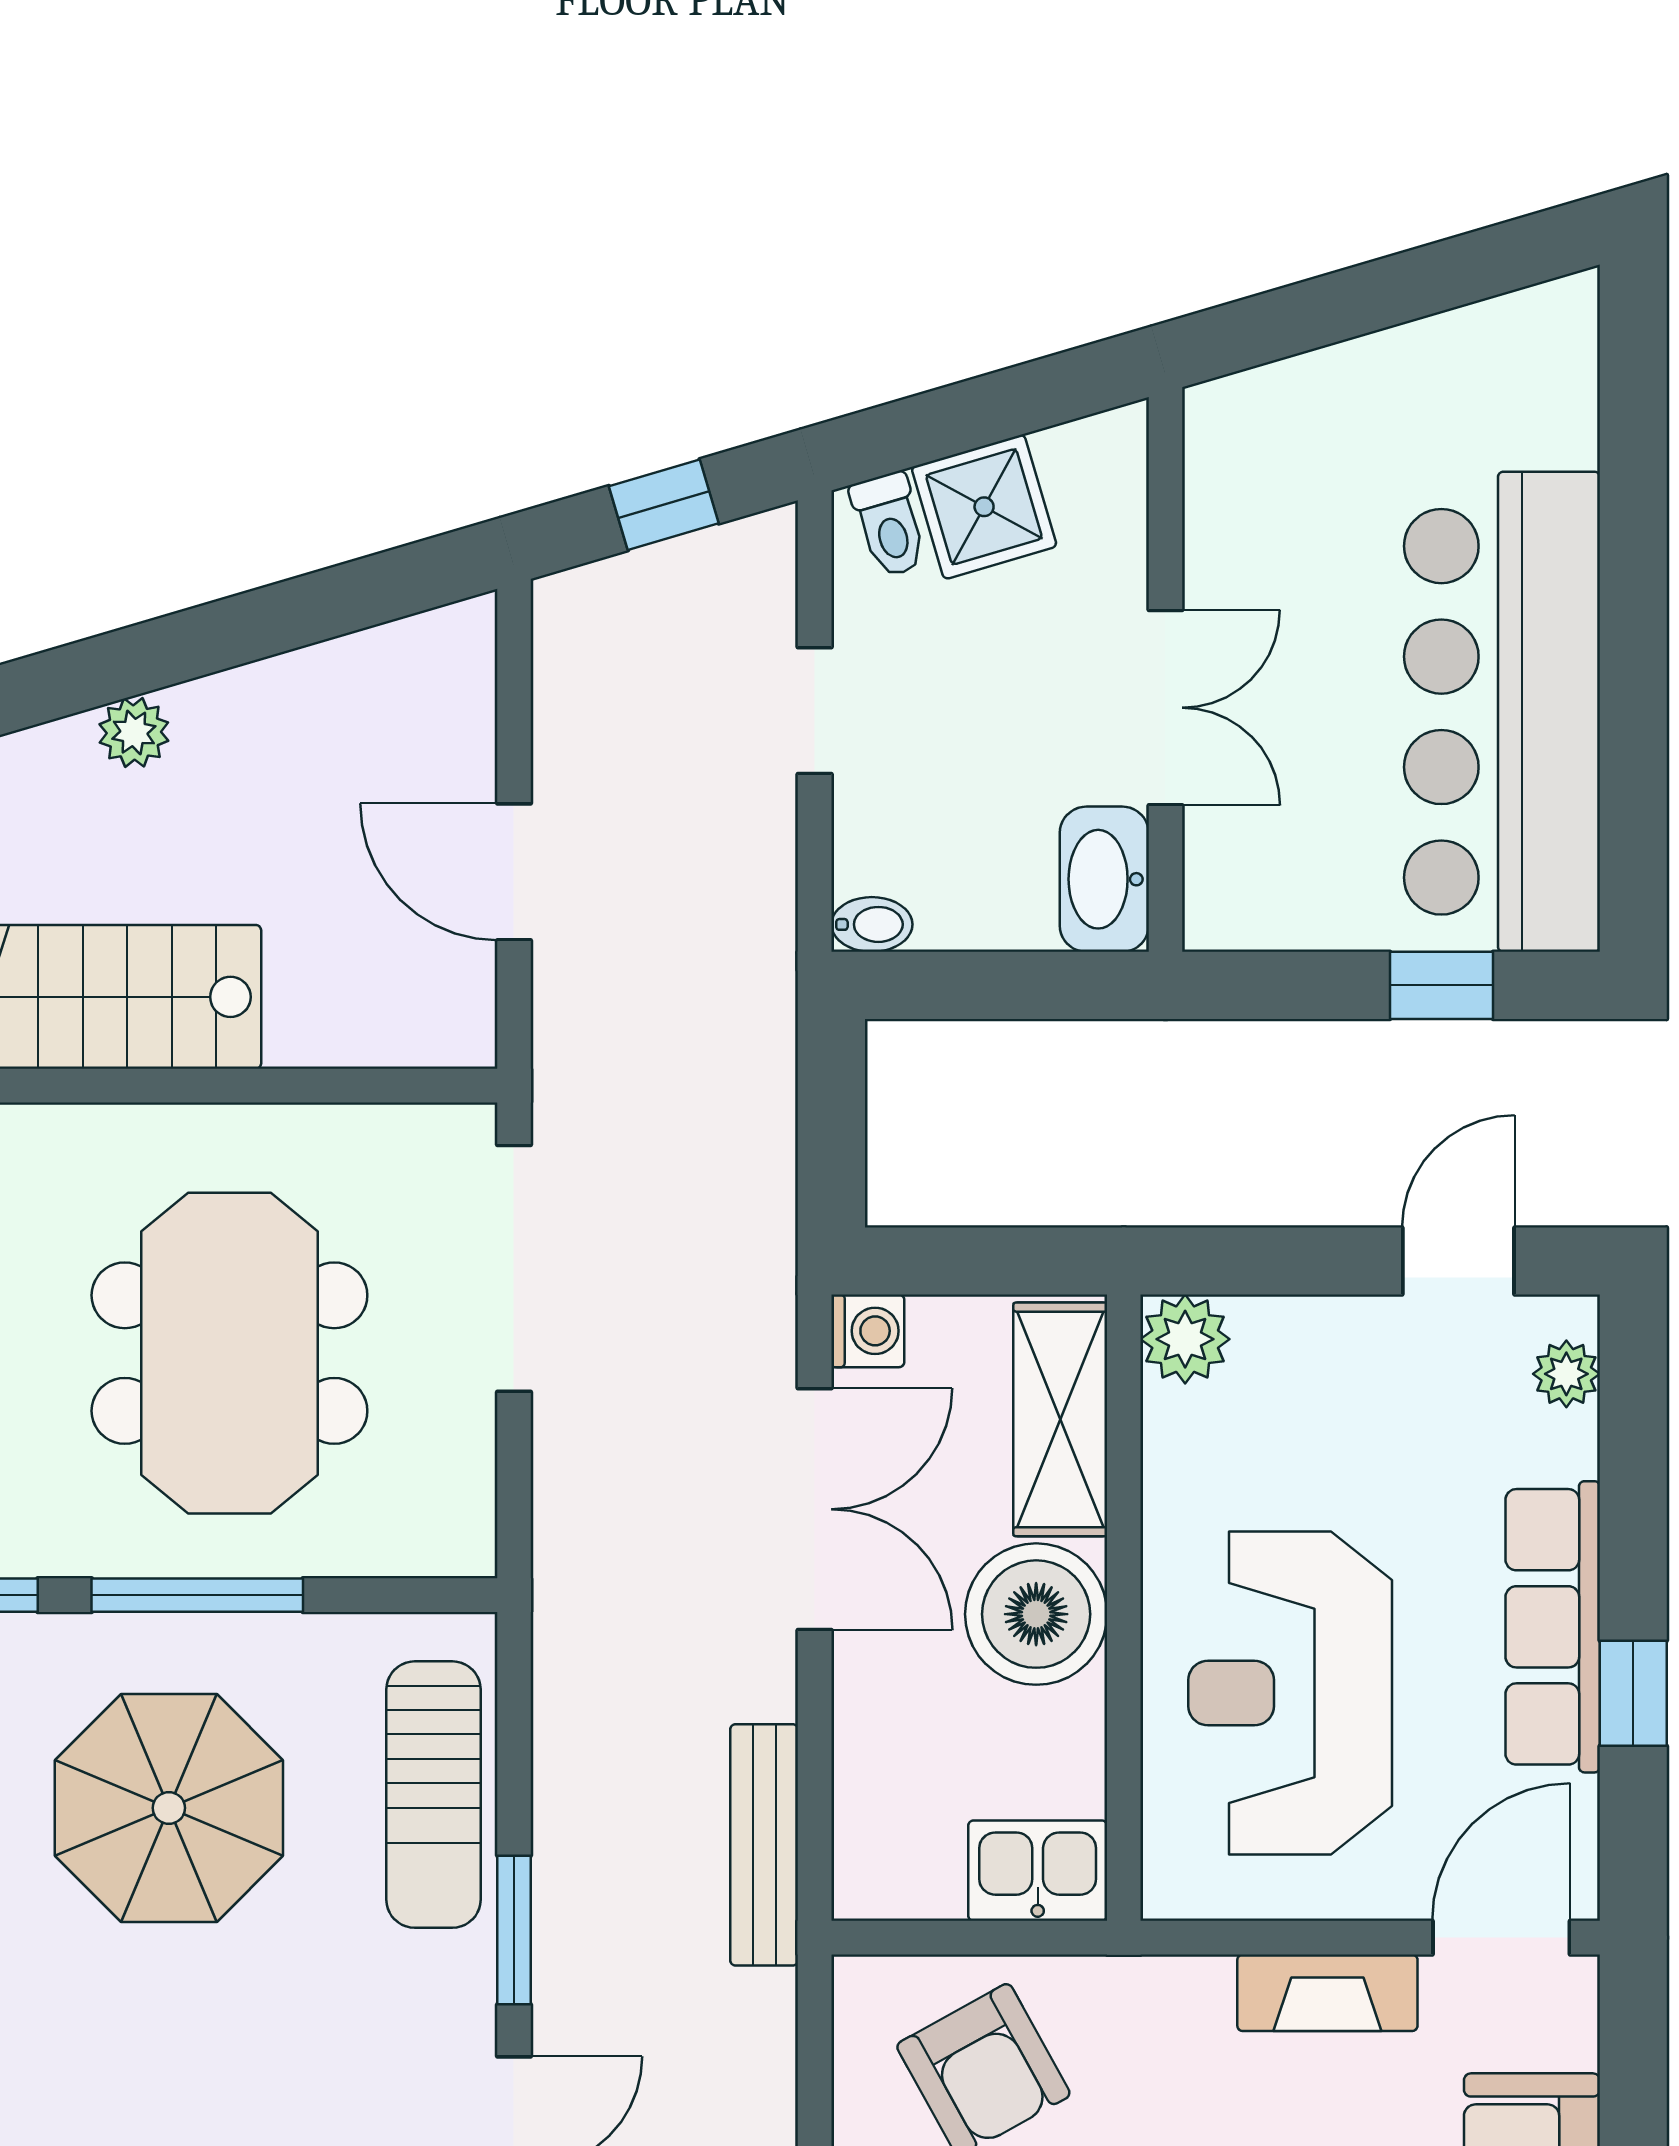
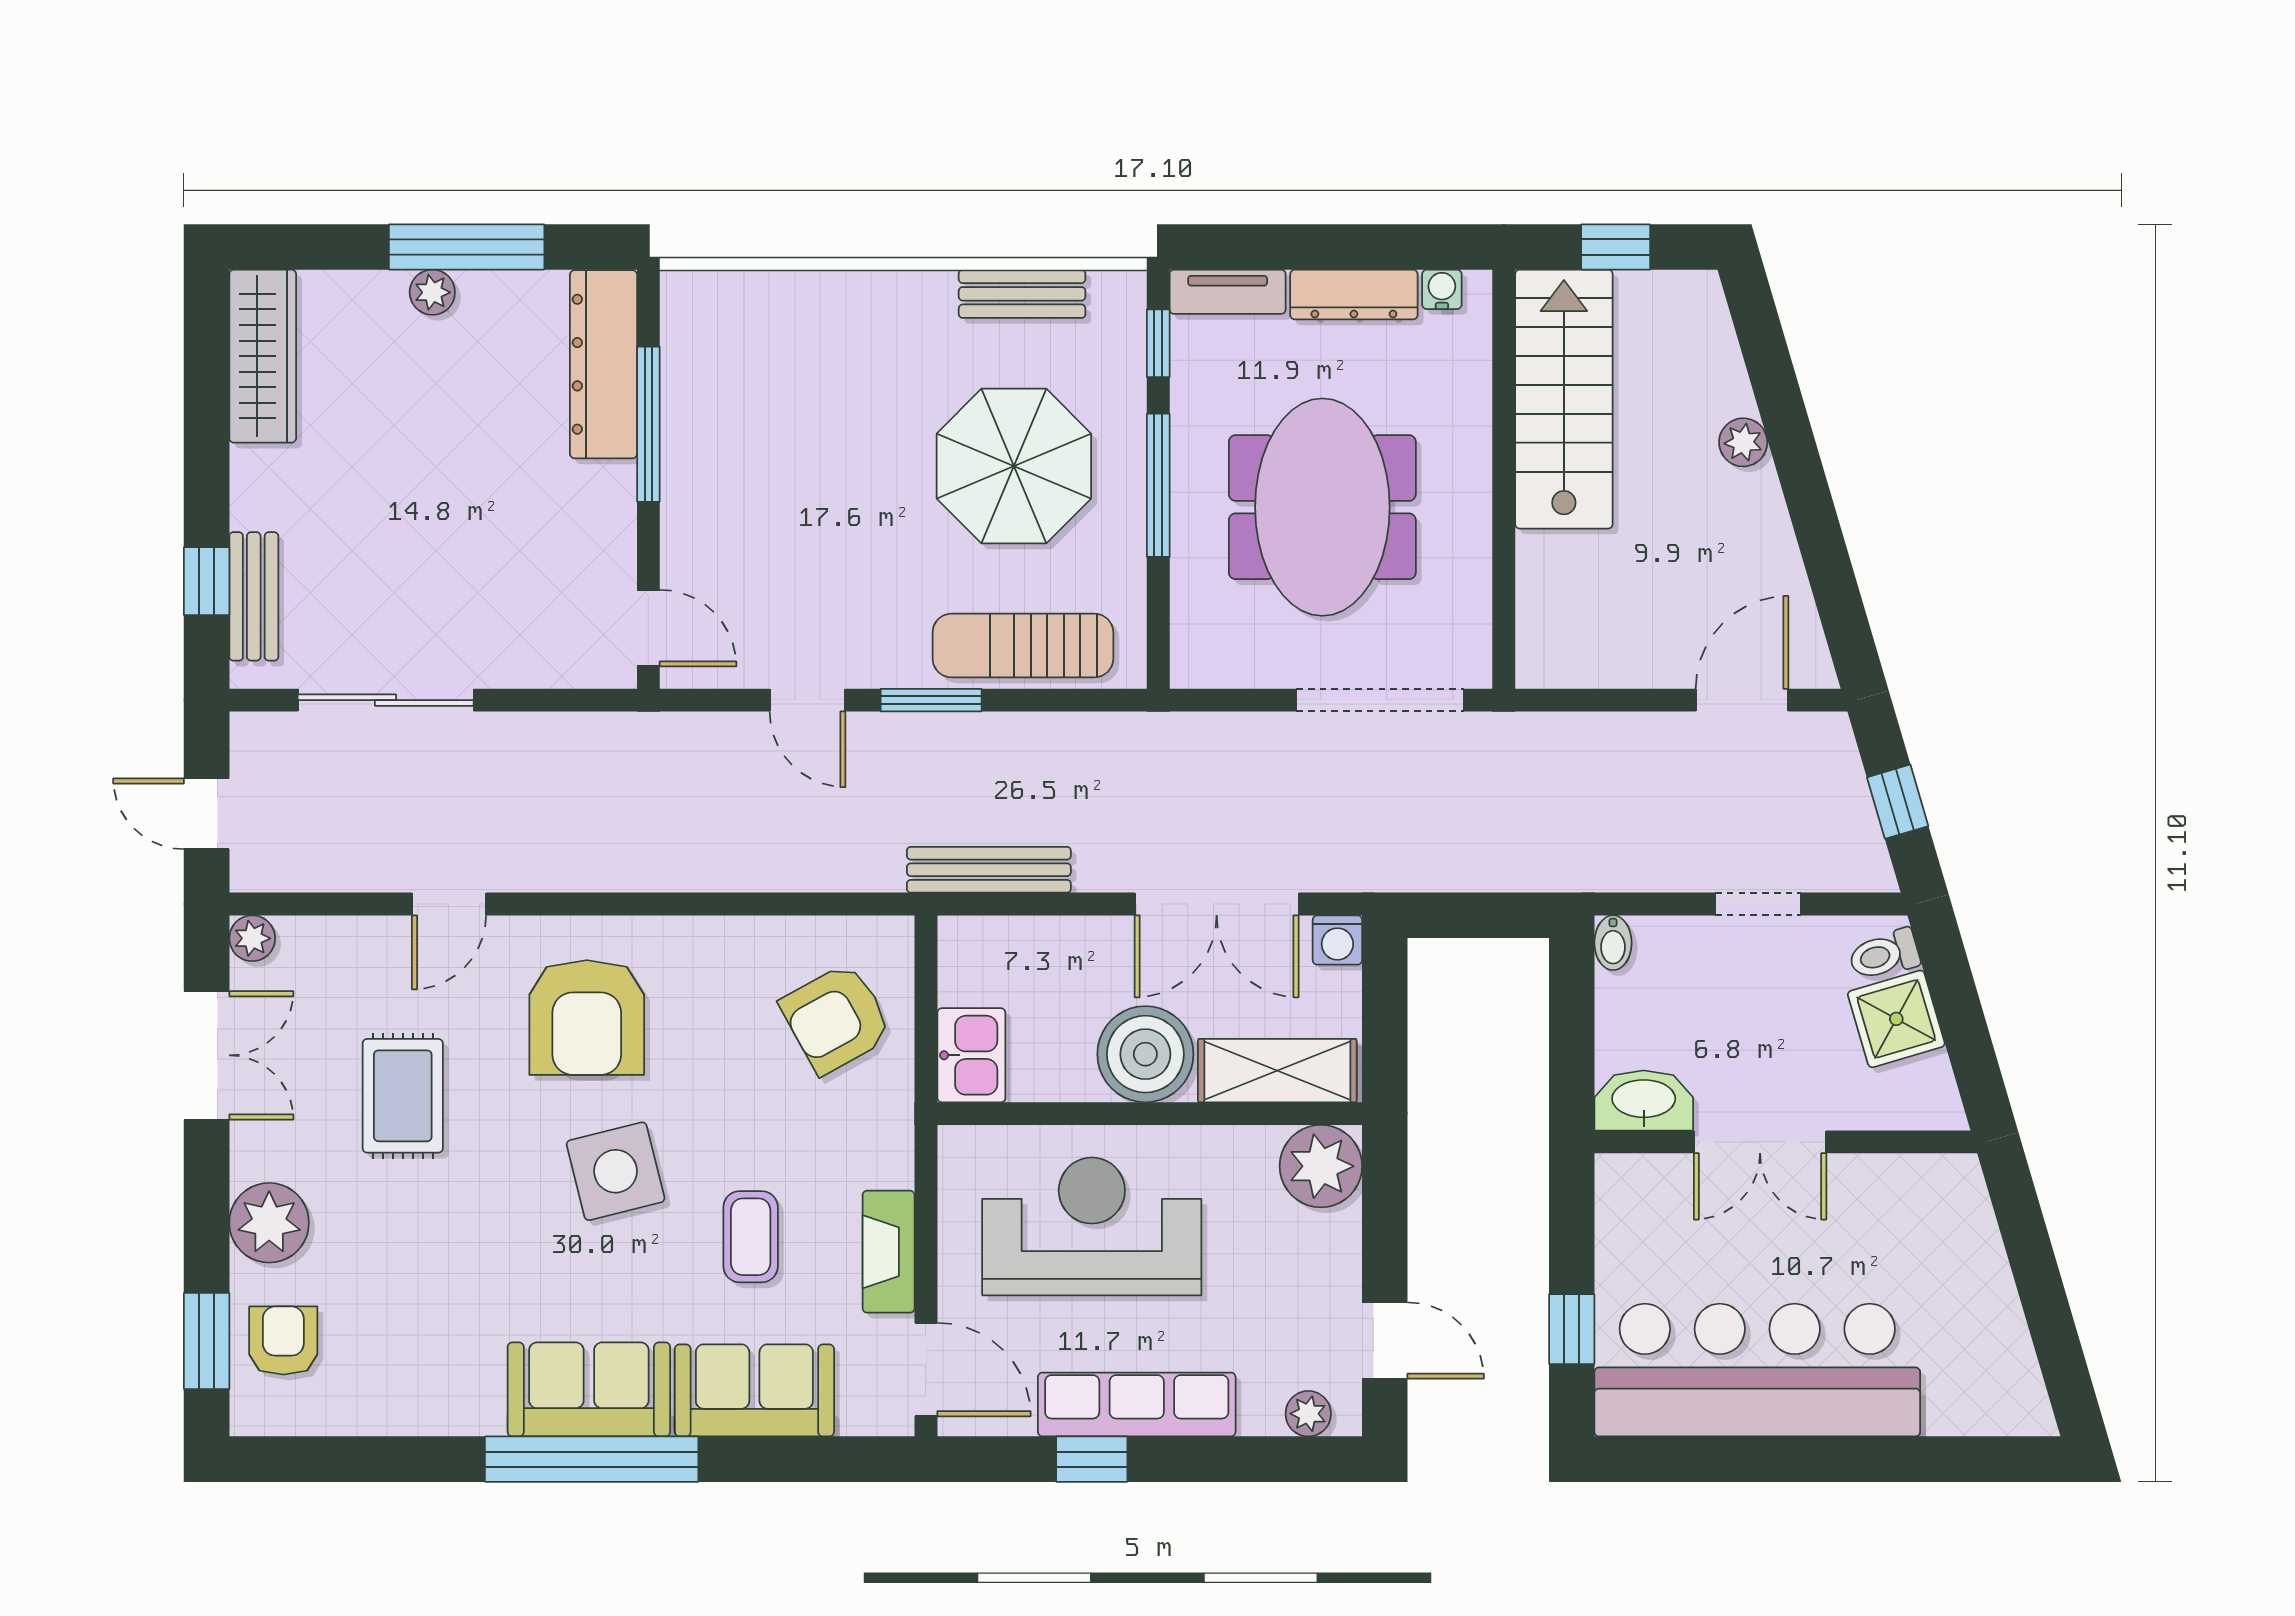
door: (514, 872) -> (1742, 700), moved
plant: (1185, 1339) -> (1321, 1166), width x1.36, depth x1.36
meeting table: (229, 1353) -> (1322, 507), turned 90

